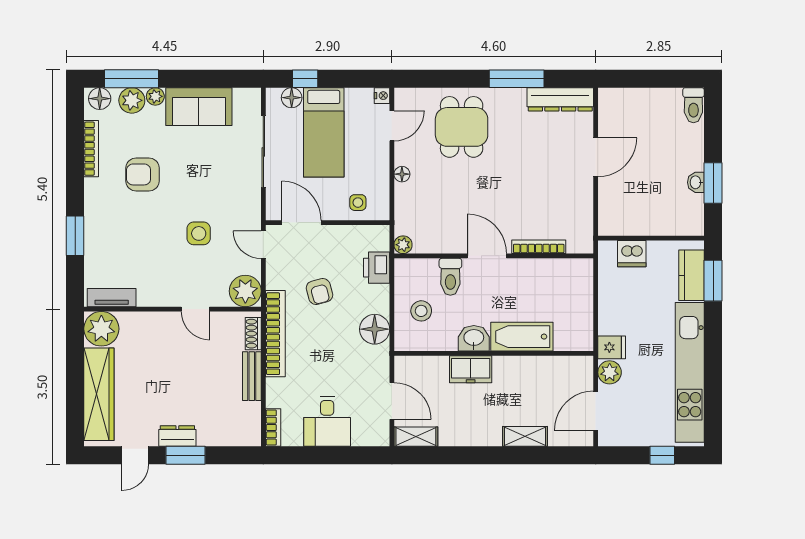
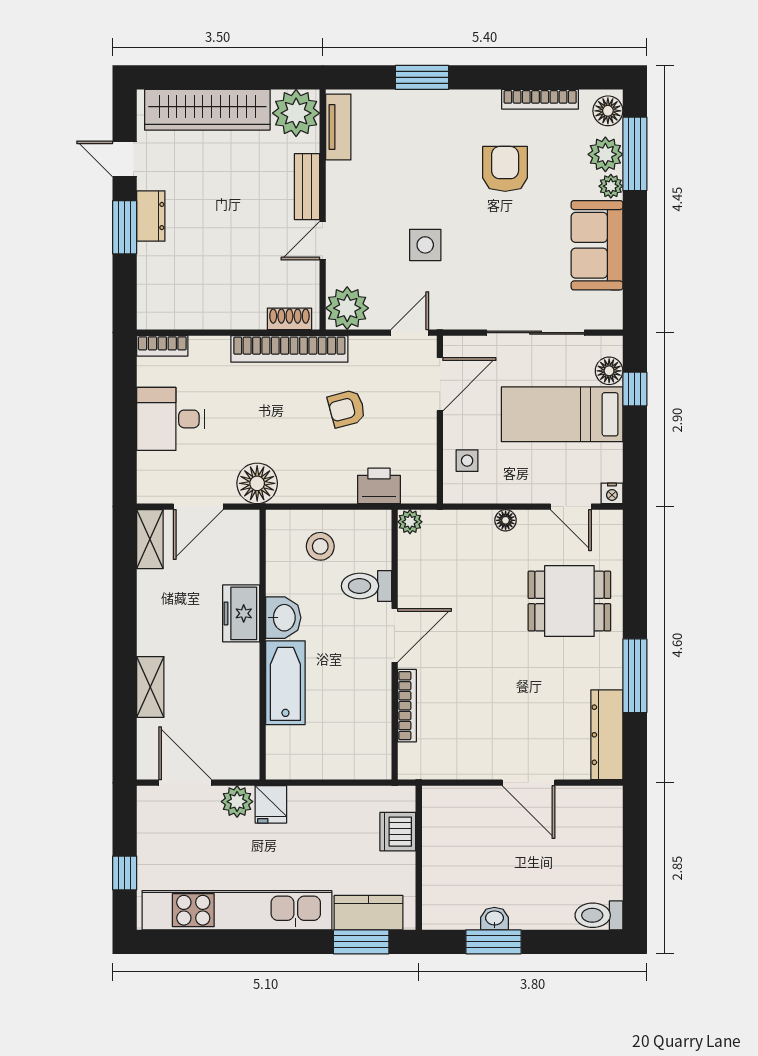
floor lamp: (375, 329) -> (257, 483), moved
bench: (252, 376) -> (307, 187), moved, turned 90

